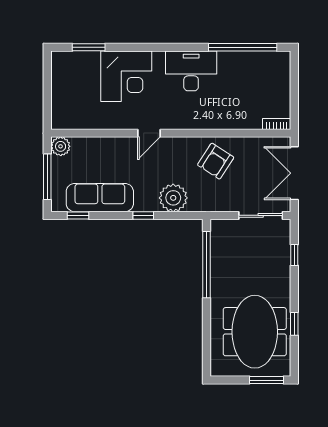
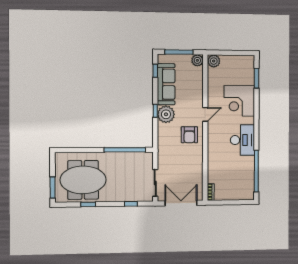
plant: (61, 119) -> (214, 61), added
door: (149, 133) -> (205, 114), swing flipped
armchair: (216, 161) -> (189, 135), moved, turned -123
plant: (173, 198) -> (166, 114), moved

